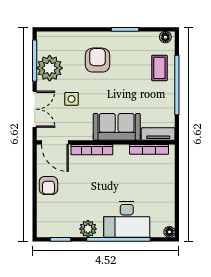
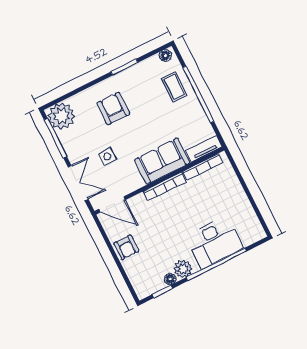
plant: (50, 68) -> (62, 116), moved
bookcase: (92, 150) -> (164, 187), moved
floor lamp: (169, 232) -> (170, 279), moved

